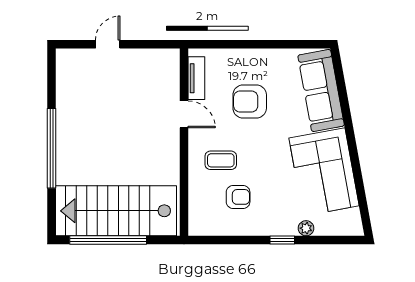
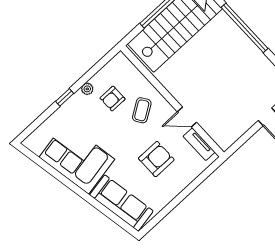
coffee table: (221, 160) -> (142, 110), turned -33
plant: (306, 228) -> (87, 89), moved

